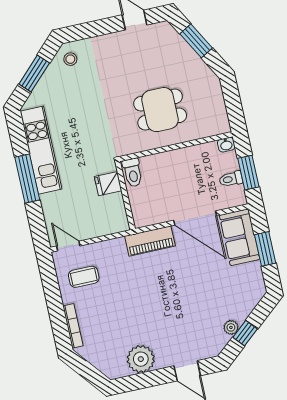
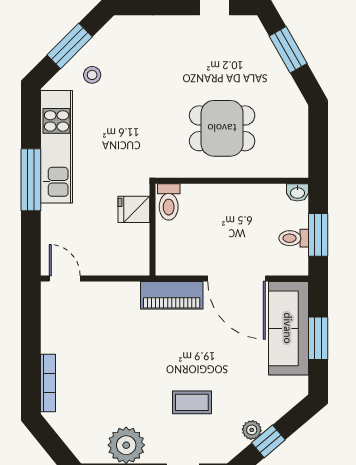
stool: (70, 59) -> (92, 75), moved
sofa: (240, 237) -> (288, 328), width x1.36
coffee table: (84, 277) -> (192, 402), moved

